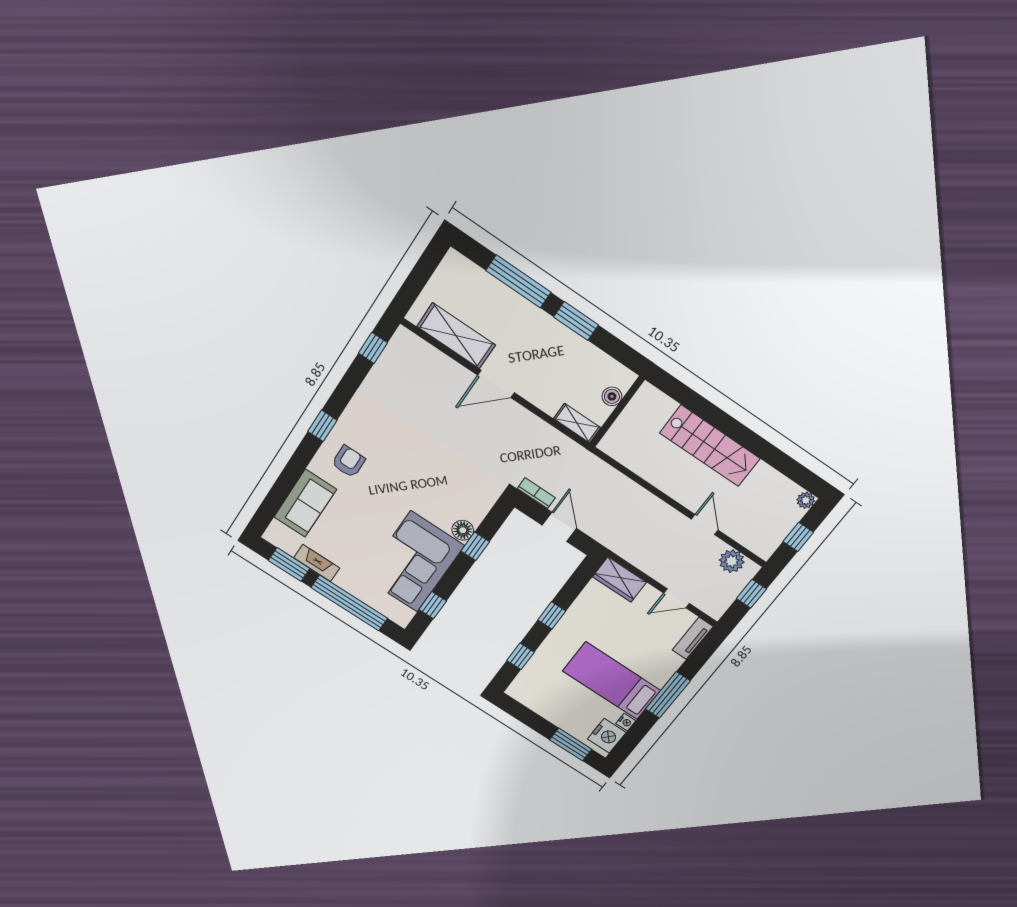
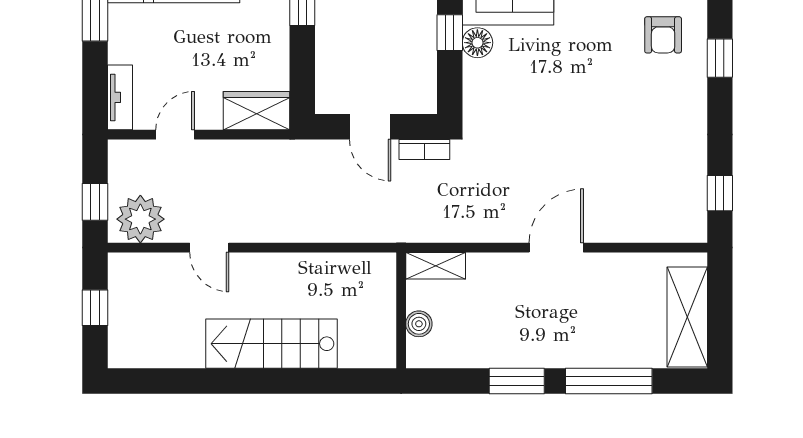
shelving: (456, 336) -> (687, 317), moved, turned 90
plant: (806, 500) -> (120, 356), removed
plant: (732, 561) -> (140, 219), width x1.36, depth x1.36

